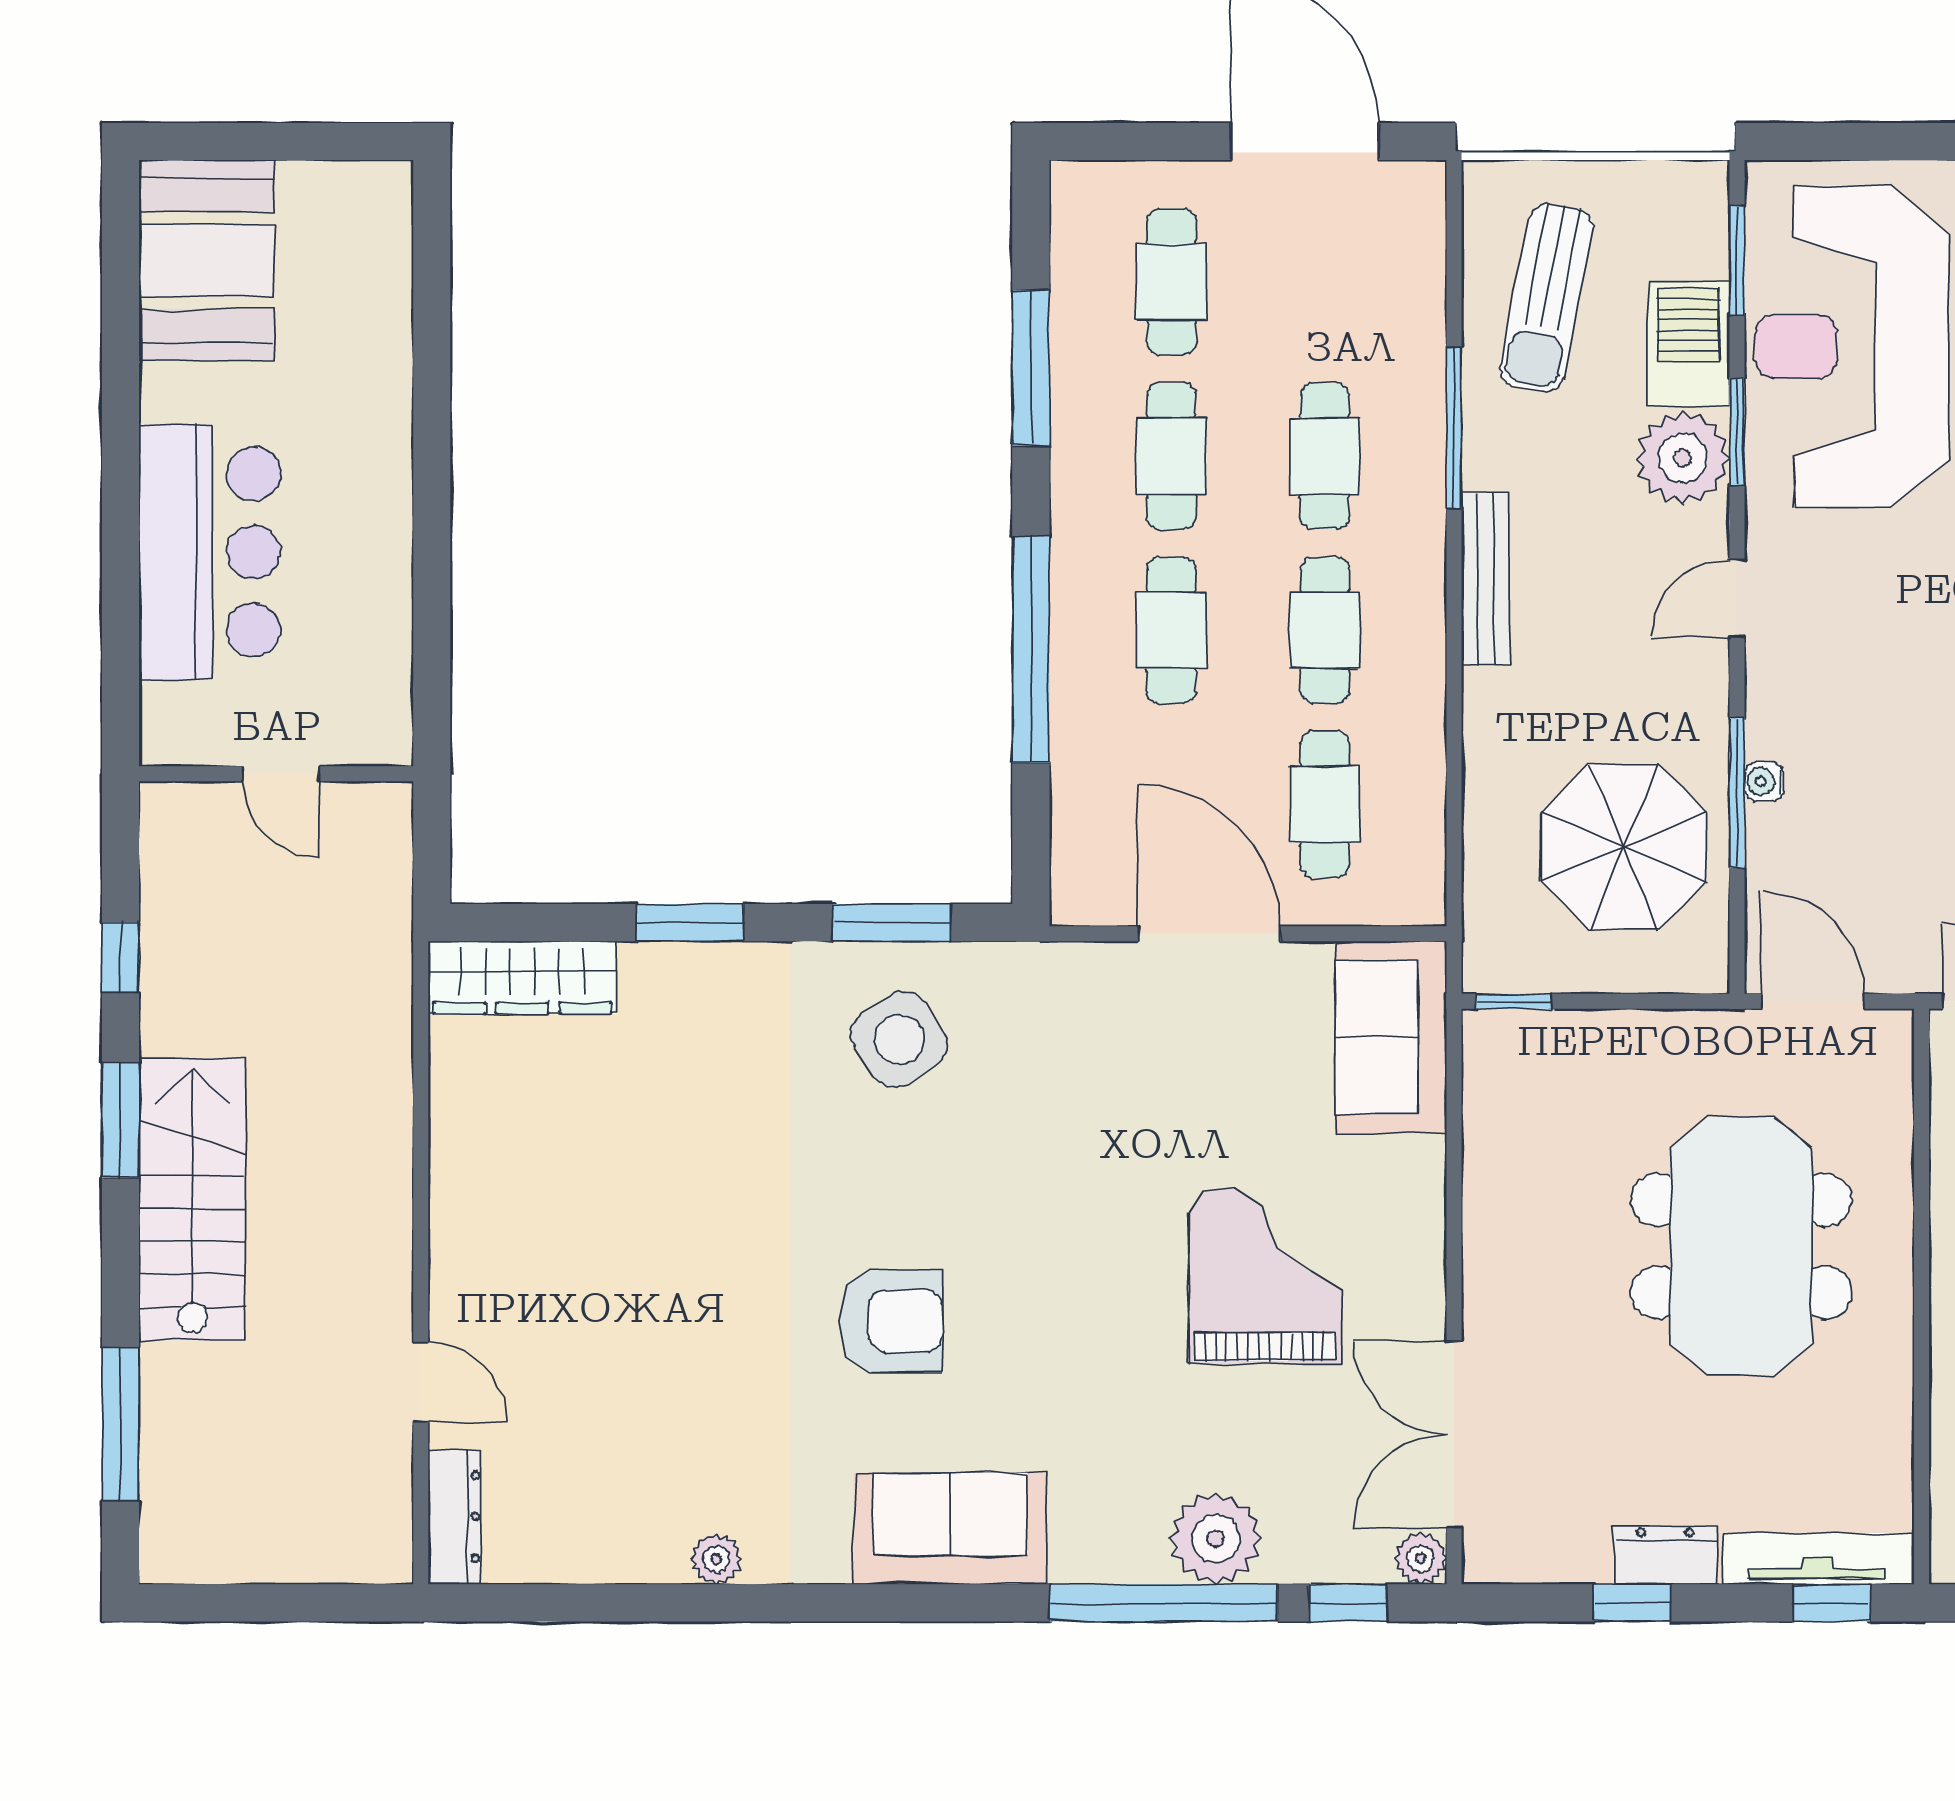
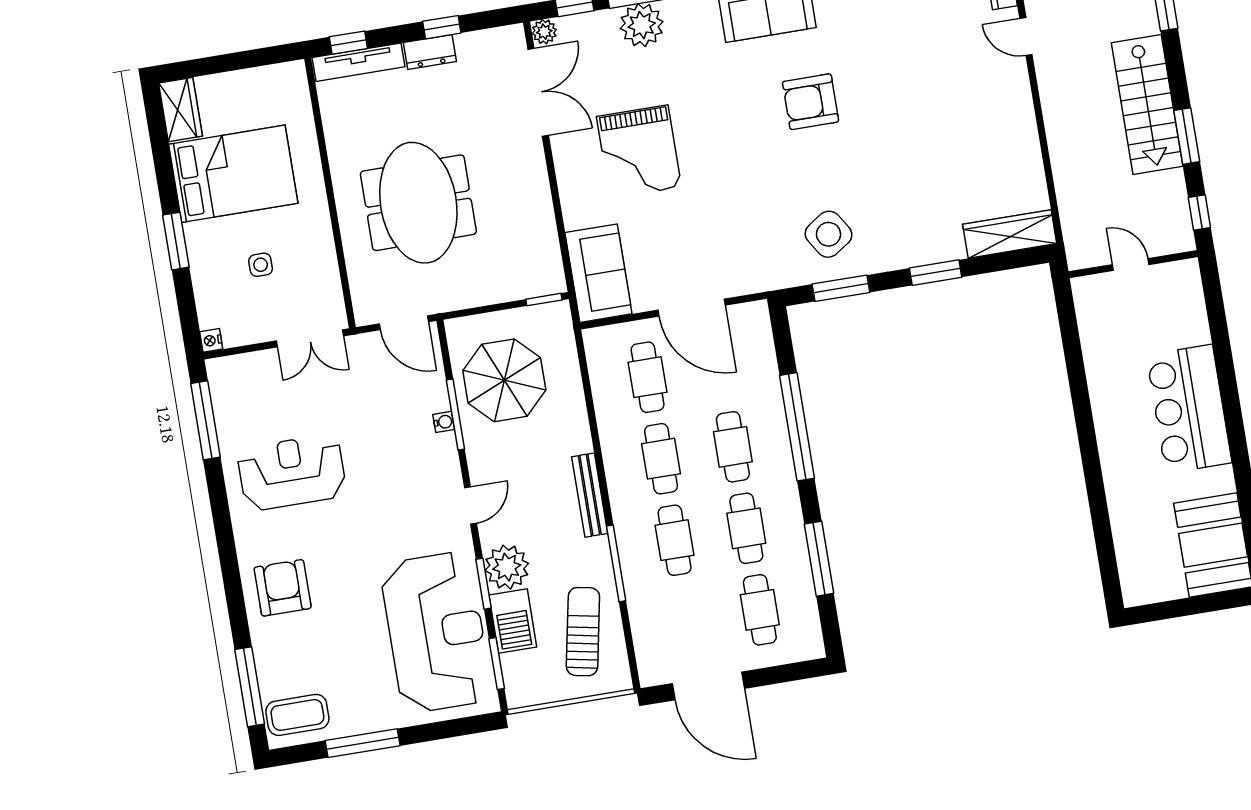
wall: (276, 774) -> (1133, 264), moved
door: (281, 774) -> (1131, 265), moved

